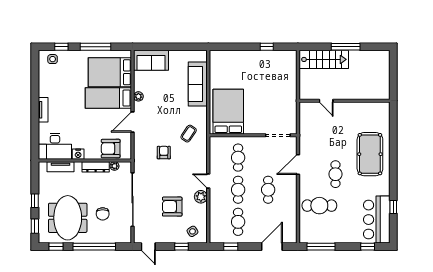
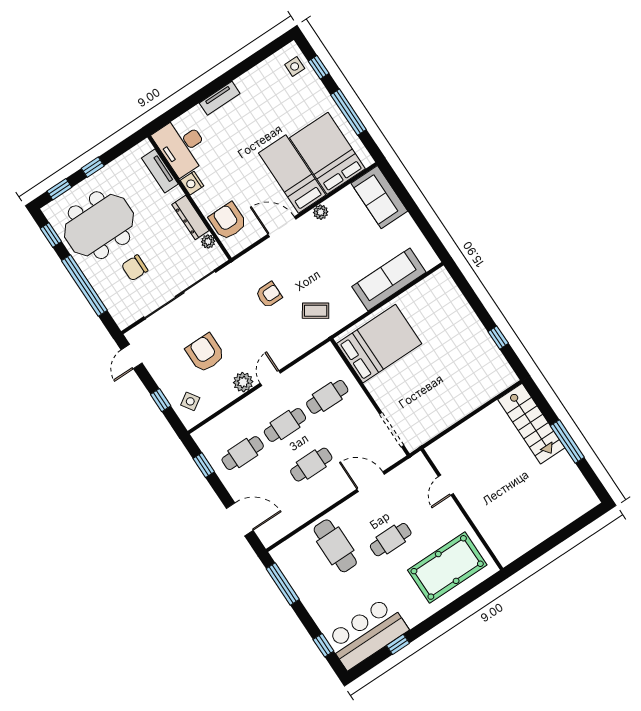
door: (326, 101) -> (446, 485), moved
wall: (344, 101) -> (462, 509), moved

